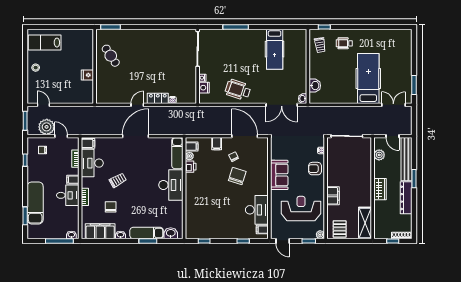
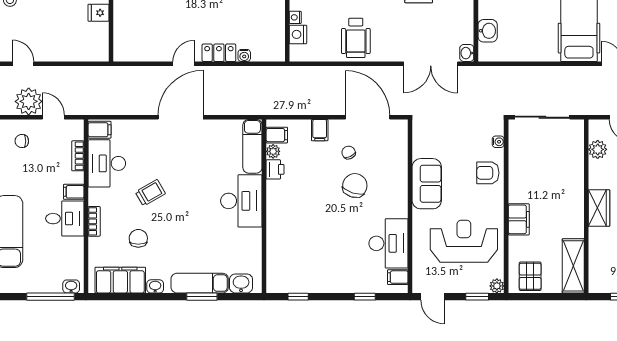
wheelchair: (238, 90) -> (356, 38), turned -108

